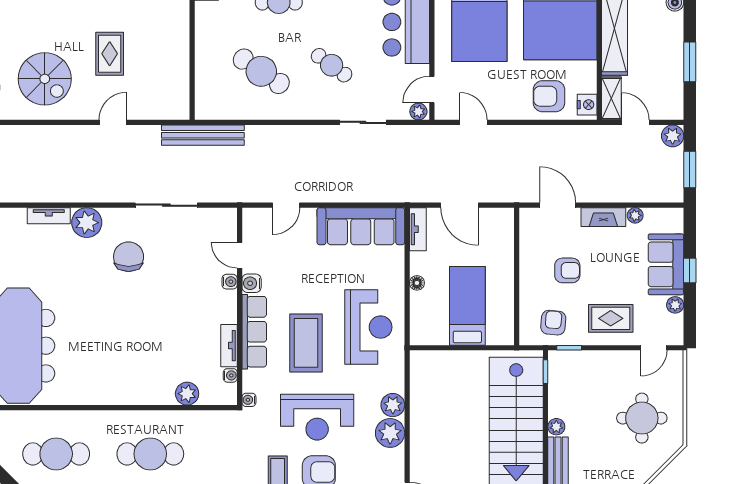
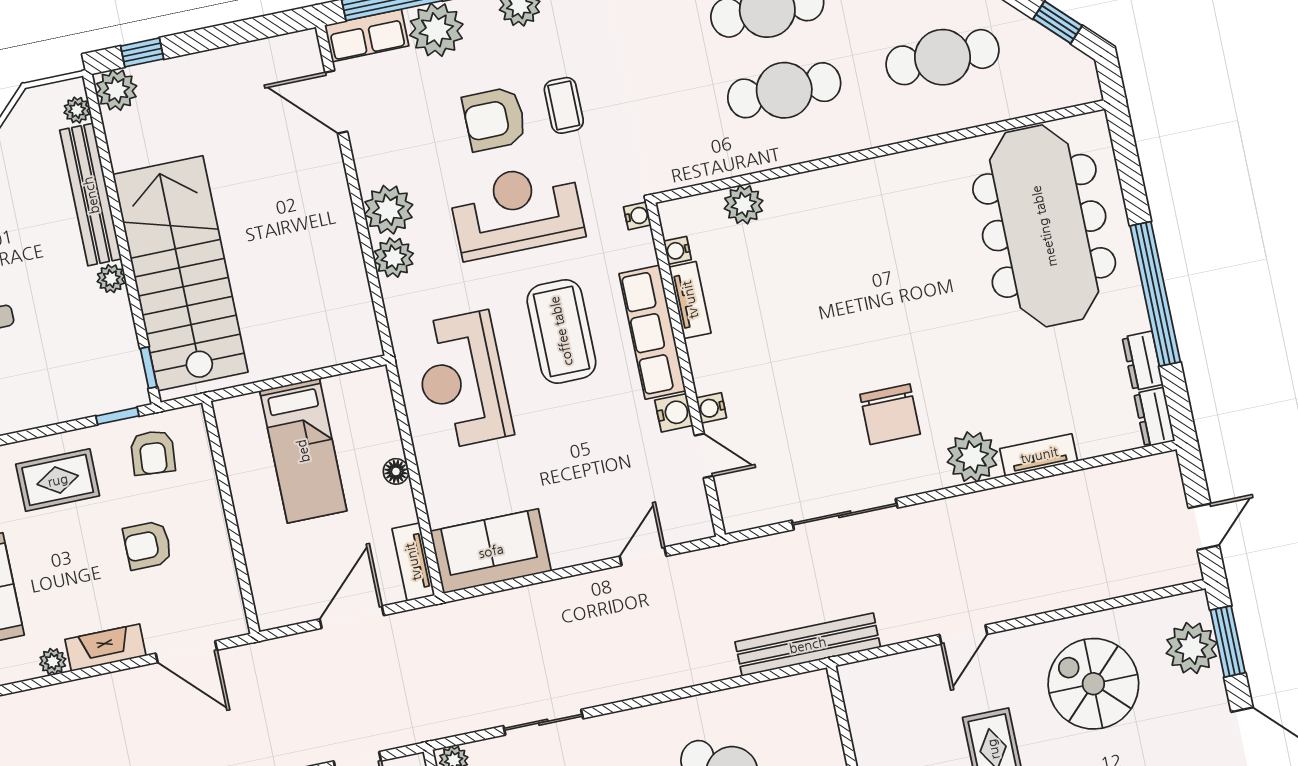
door: (459, 205) -> (352, 617), hinge flipped
sofa: (361, 226) -> (491, 551), width x0.73

